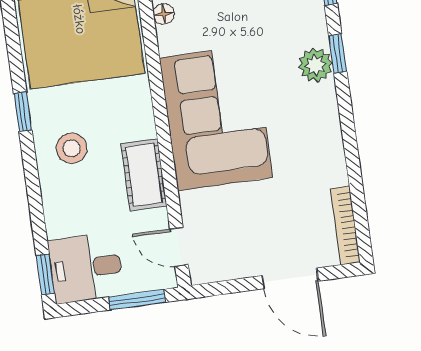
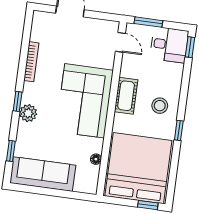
window: (338, 54) -> (18, 101), moved
cot: (144, 175) -> (126, 96), moved
bookcase: (345, 225) -> (31, 62), moved

